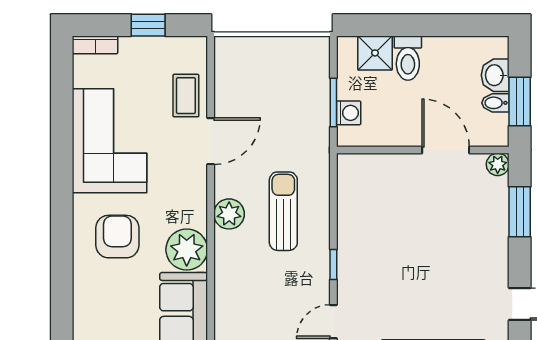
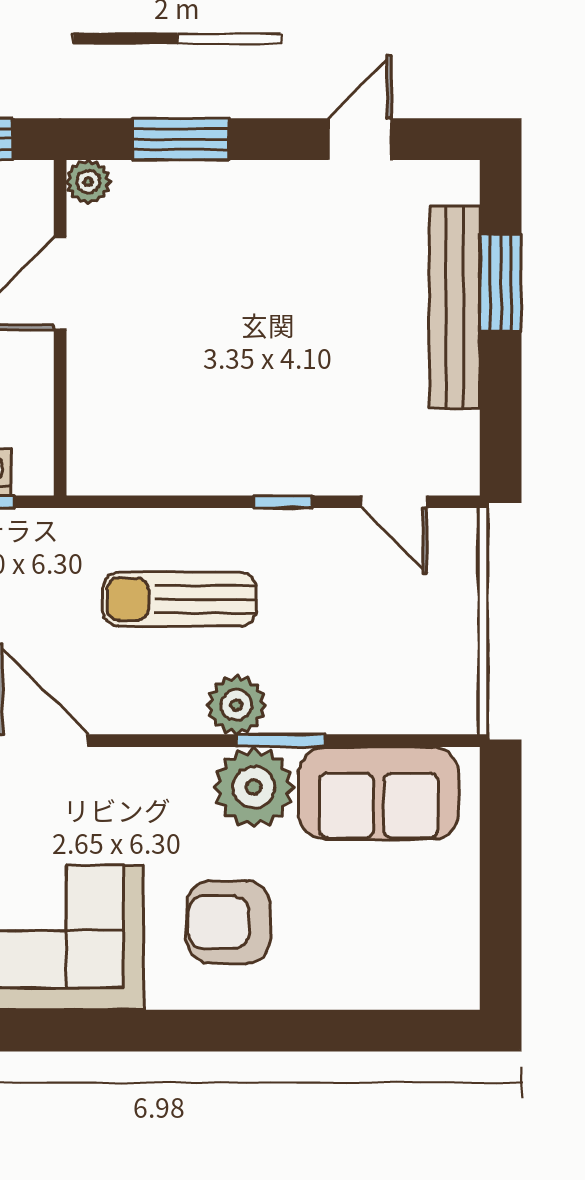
plant: (229, 214) -> (236, 705), moved
window: (211, 263) -> (281, 741), added

